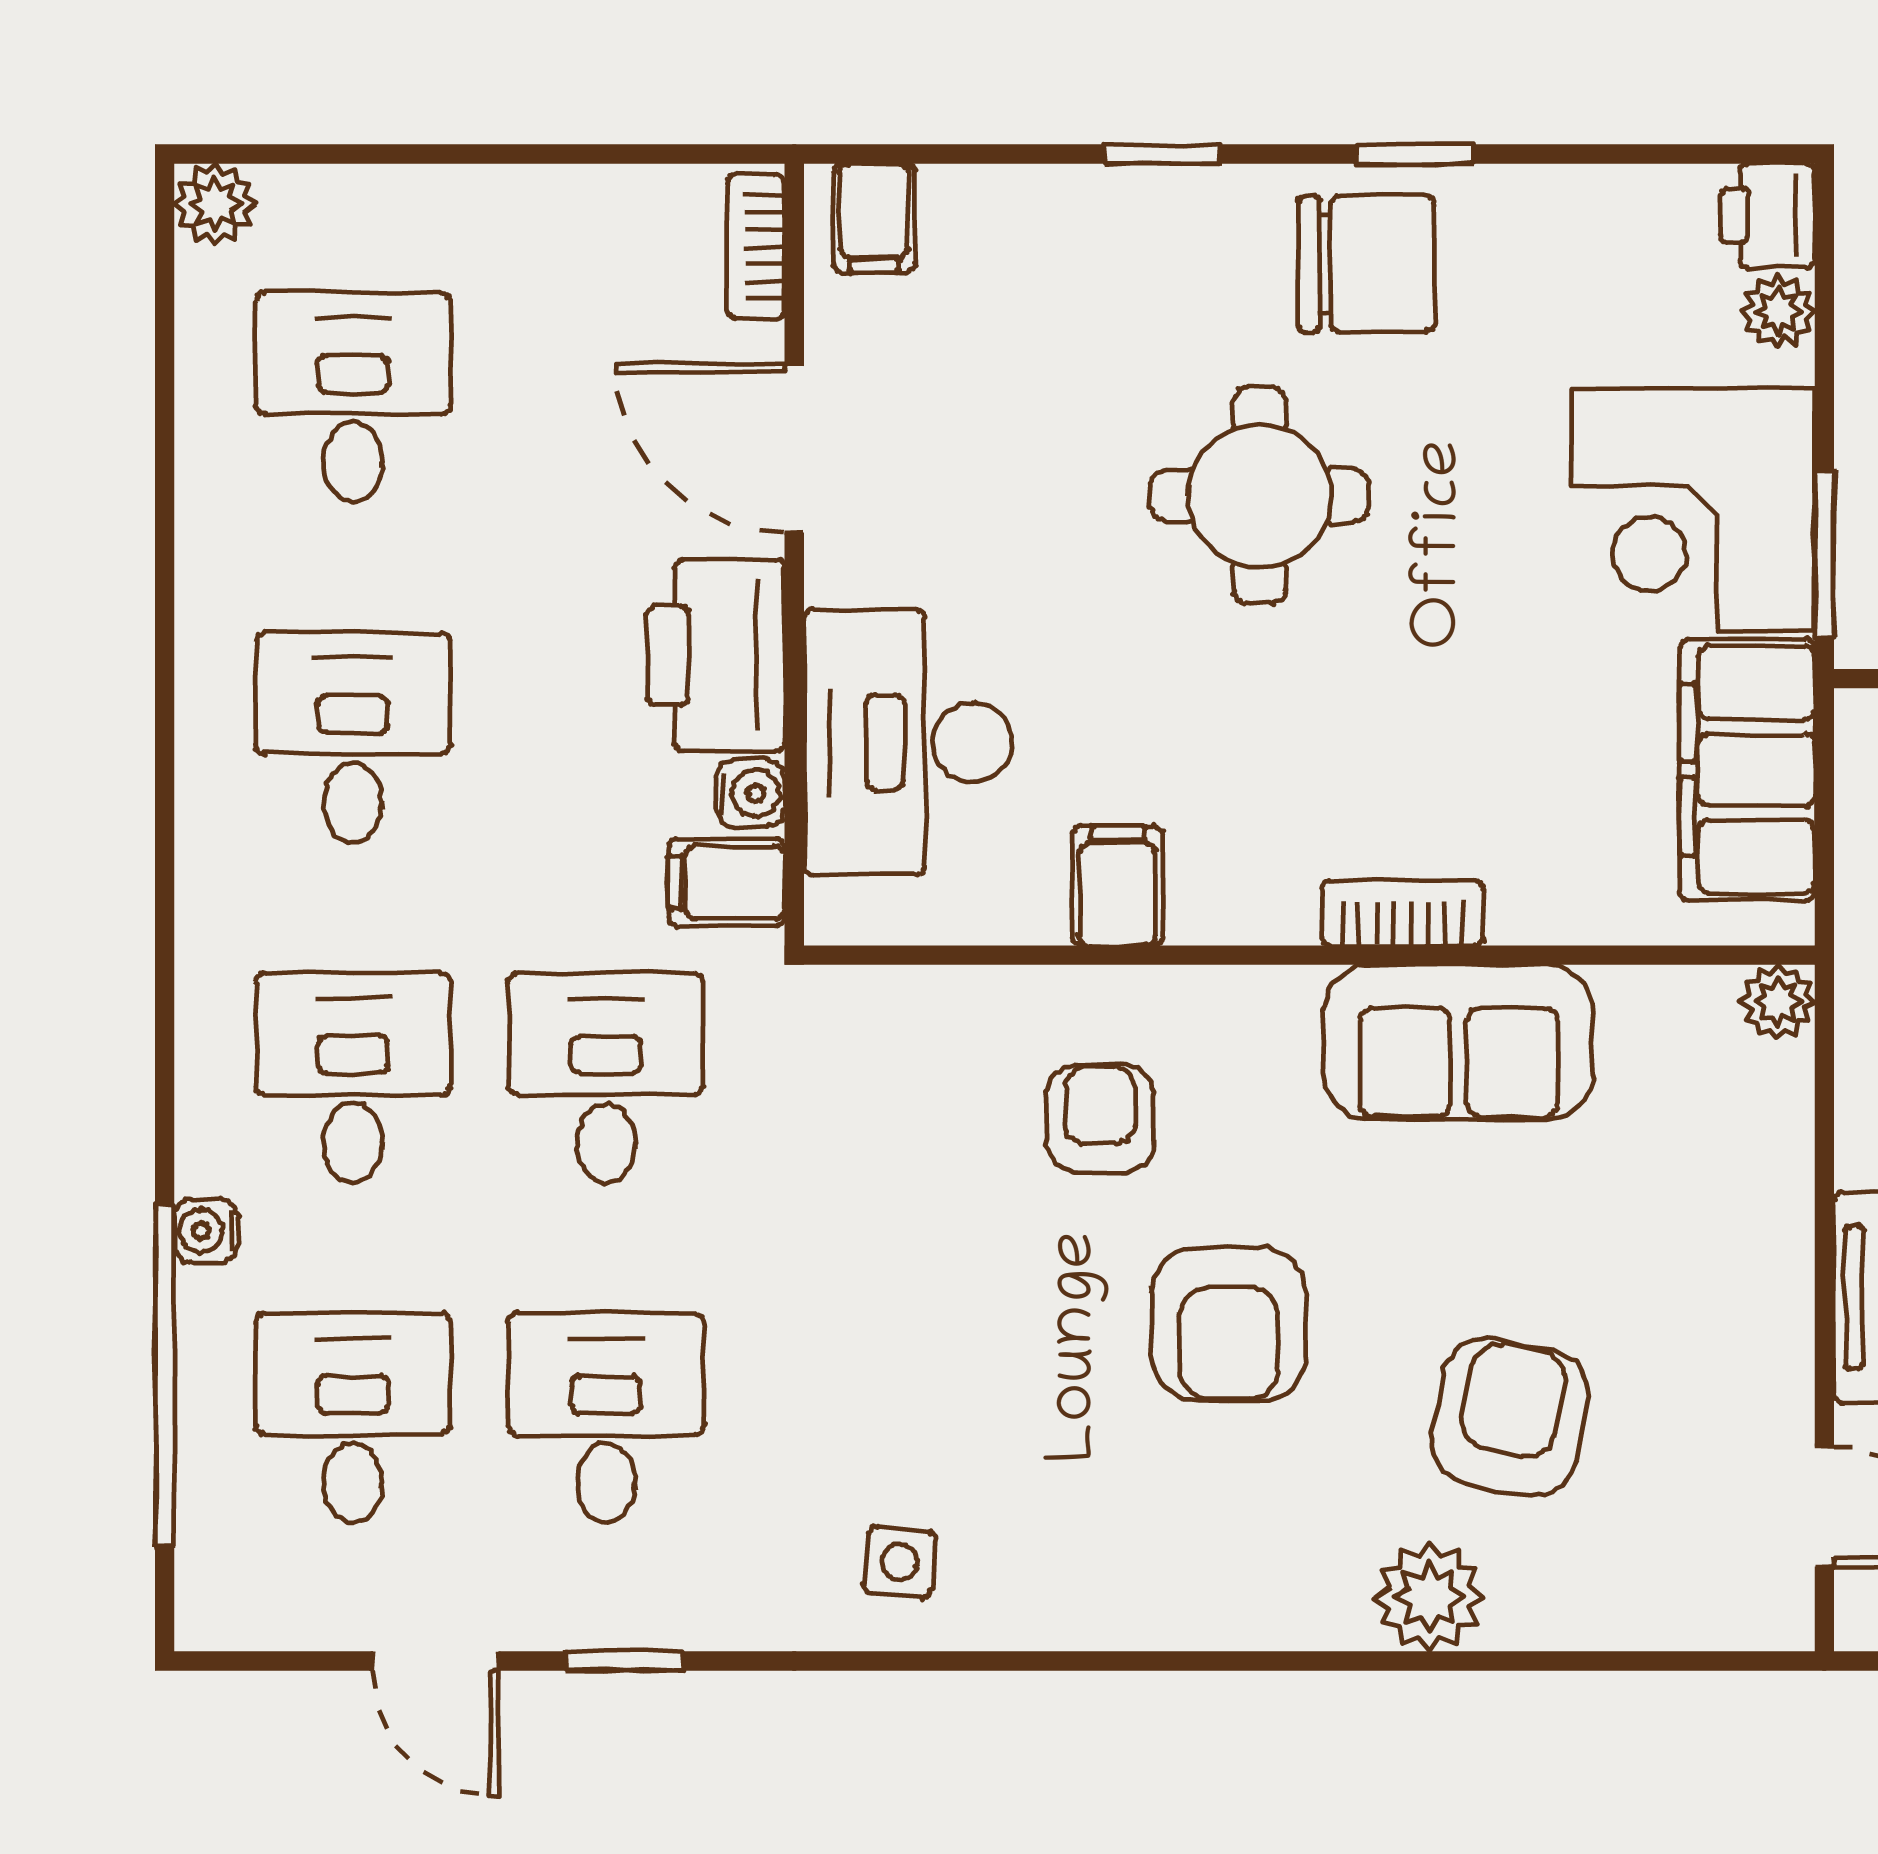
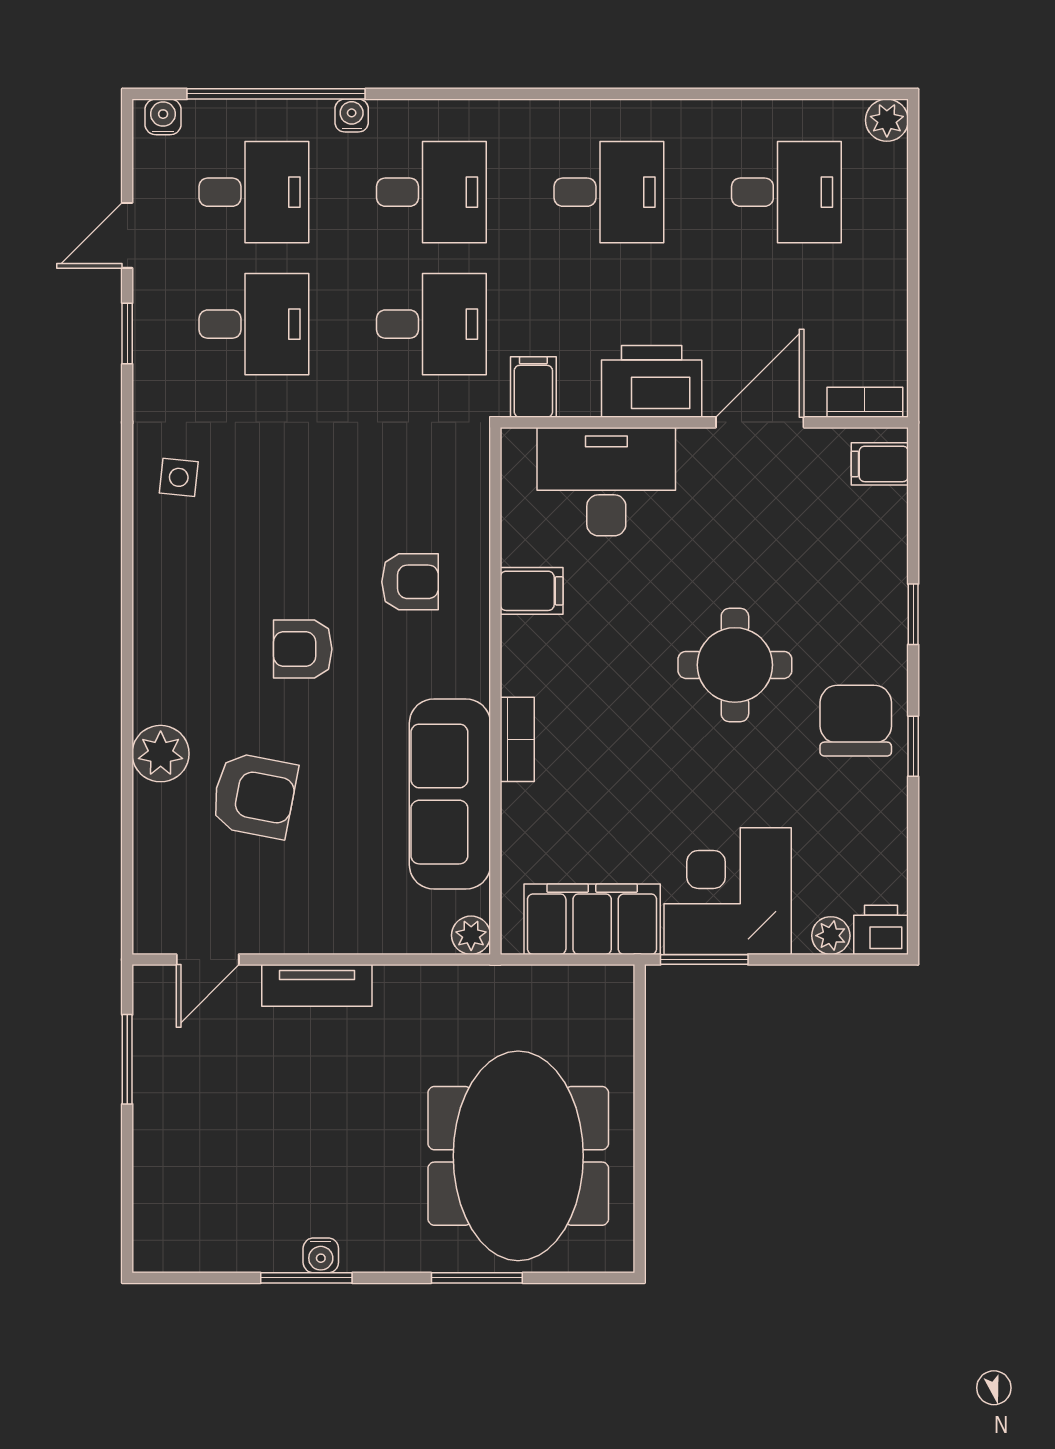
chair: (1366, 264) -> (856, 721), turned 180
water cooler: (750, 793) -> (163, 117), moved, turned 180
sofa: (1459, 1042) -> (450, 794), width x1.36
armchair: (1229, 1324) -> (303, 649), width x0.72, depth x0.72

